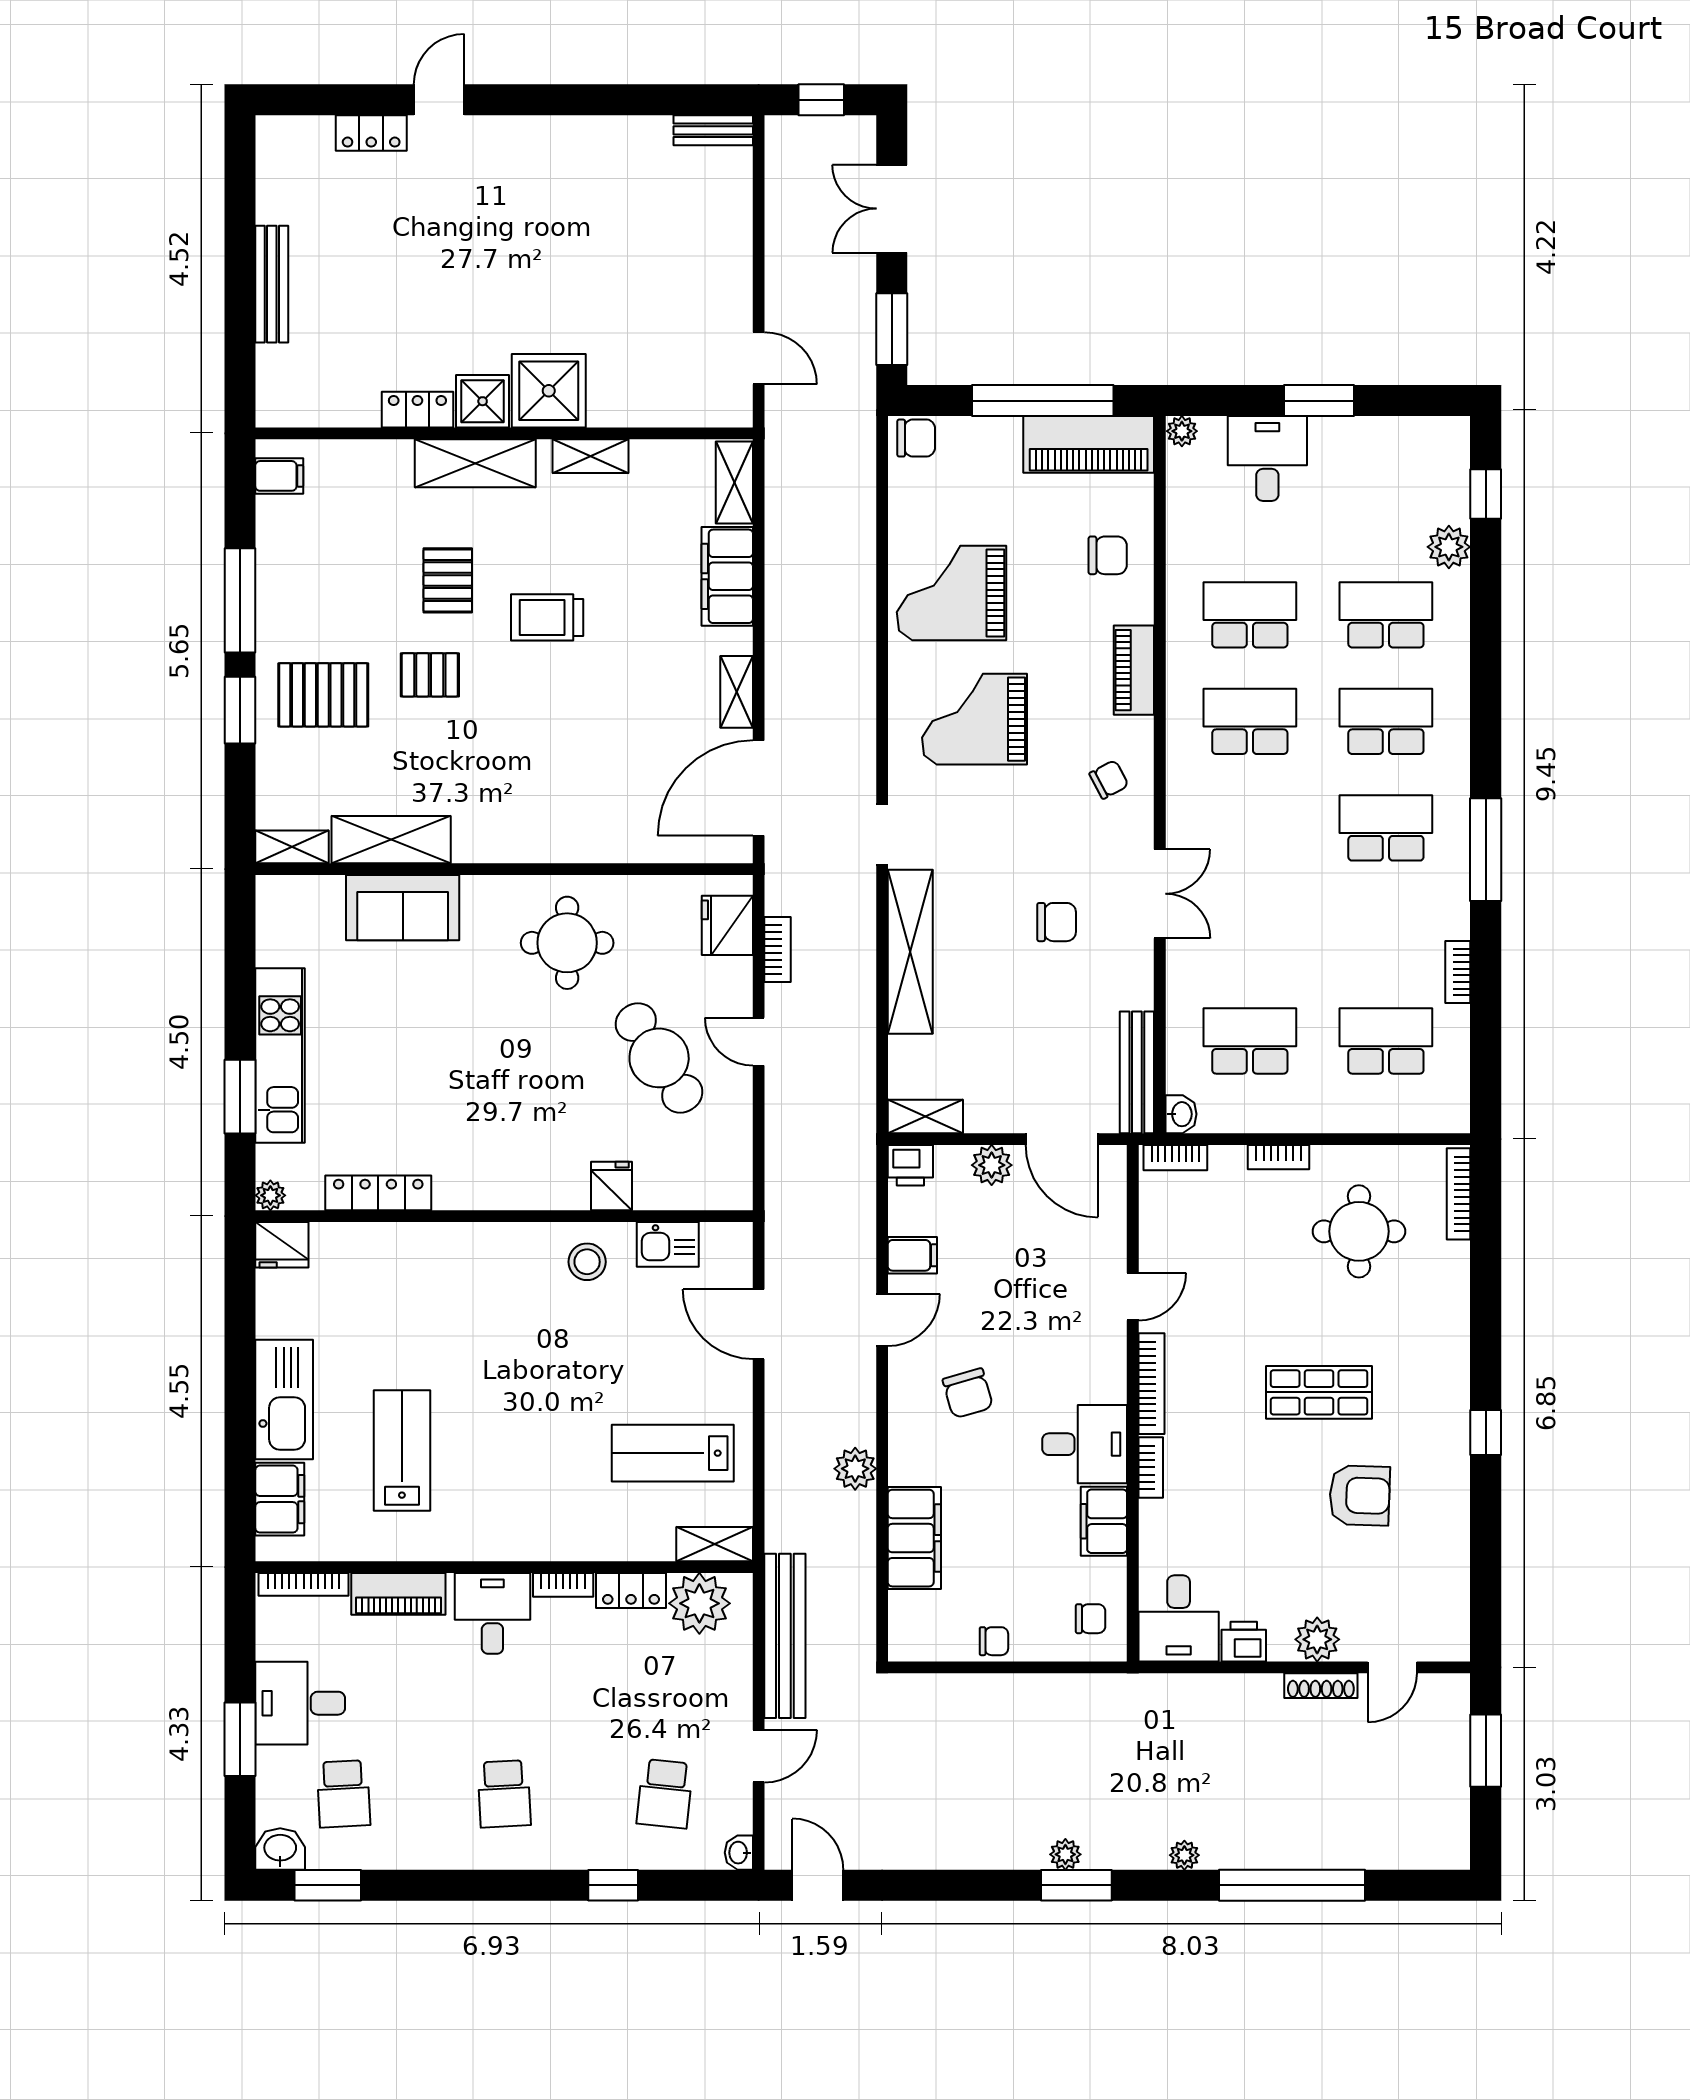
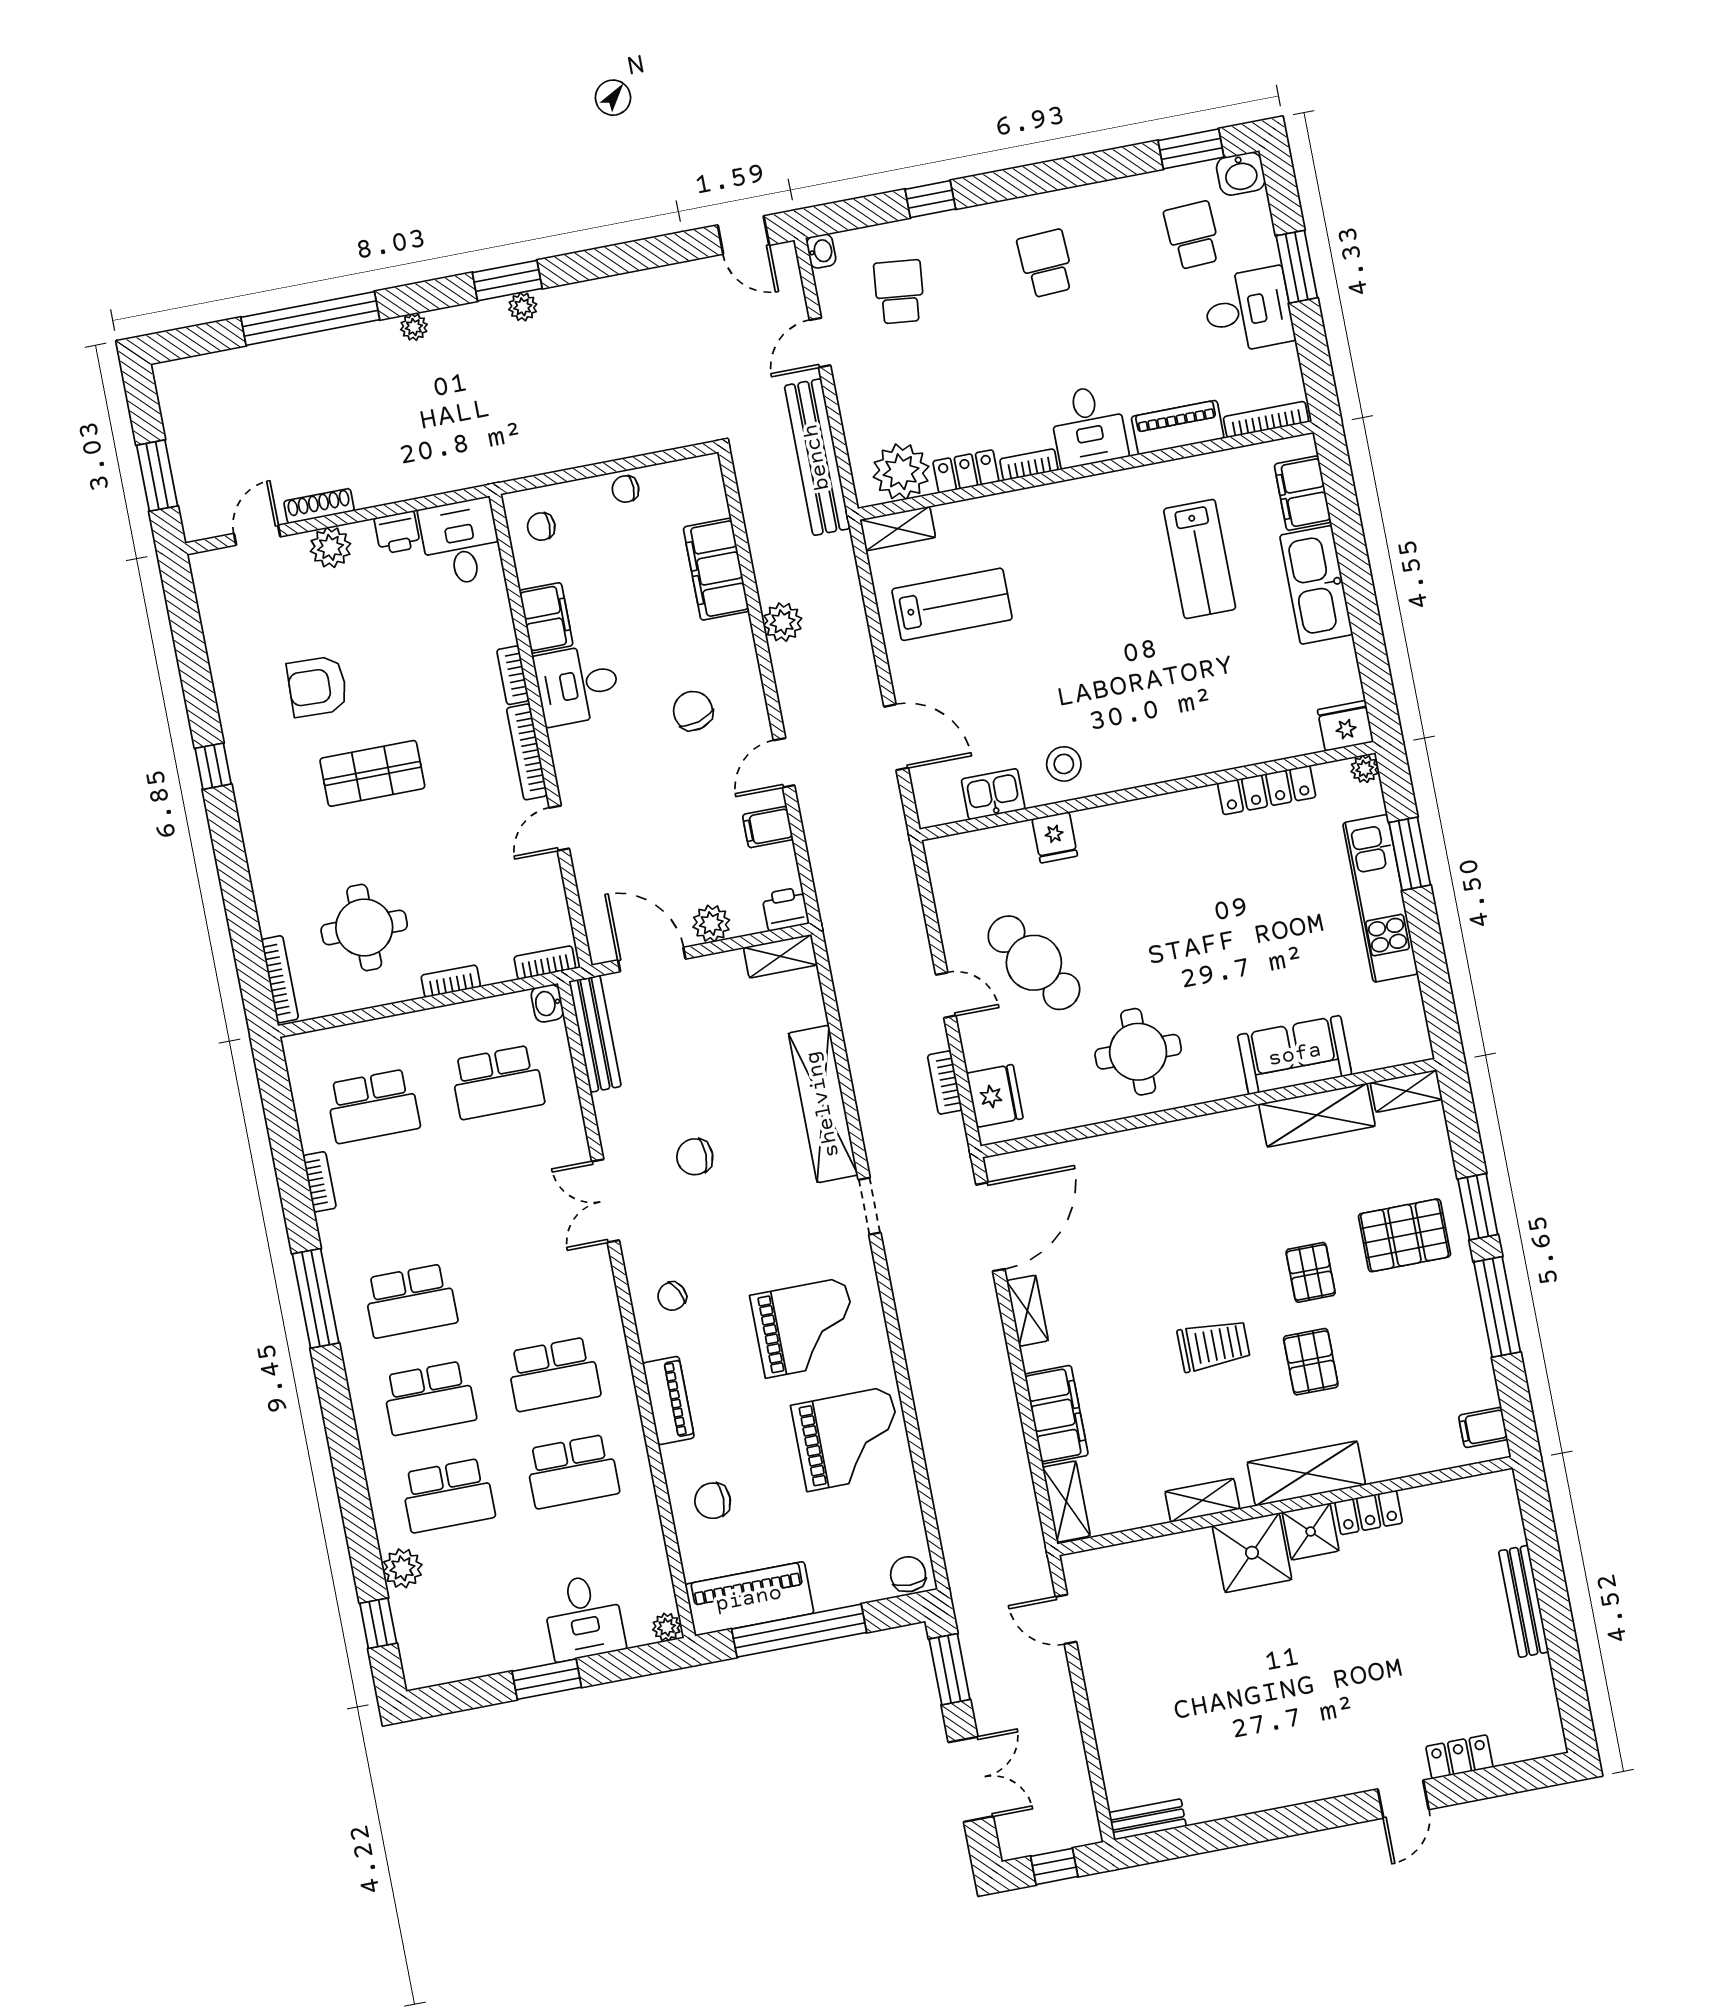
chair: (916, 438) -> (908, 1574), turned 90
pallet: (430, 675) -> (1311, 1272), turned 90

